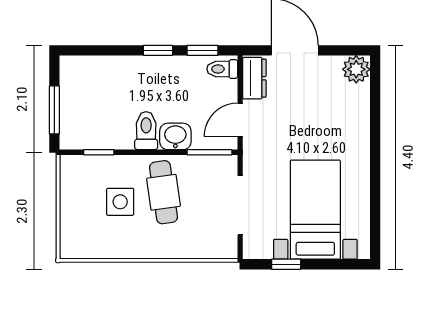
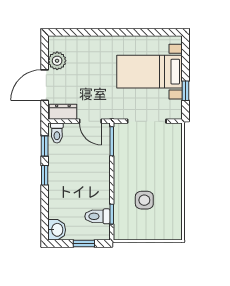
plant: (356, 69) -> (57, 61), moved
window: (54, 110) -> (84, 243), width x0.67
toilet: (146, 131) -> (97, 216), moved
washbasin: (175, 136) -> (57, 230), moved, turned 180
cafe table: (164, 192) -> (138, 172), removed

